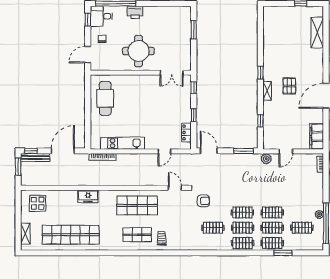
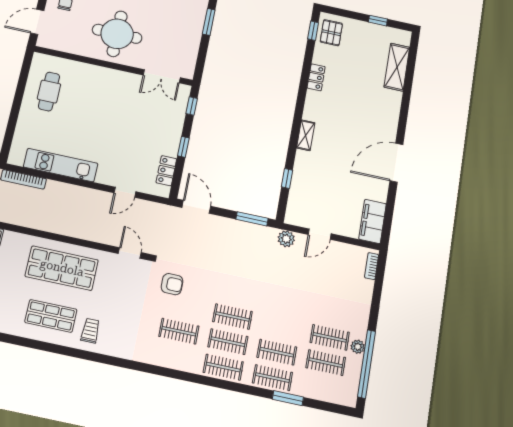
locker: (267, 51) -> (316, 77), added
window: (260, 73) -> (313, 31), moved
pallet: (289, 86) -> (331, 33), moved
cafe table: (105, 98) -> (49, 92), width x0.73, depth x0.74
clothes rail: (272, 212) -> (330, 337), moved

